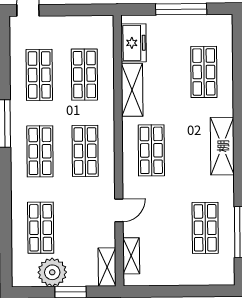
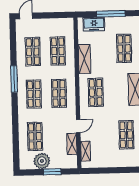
freezer: (134, 43) -> (94, 24), moved, turned 90
shelving: (107, 267) -> (72, 144), moved

